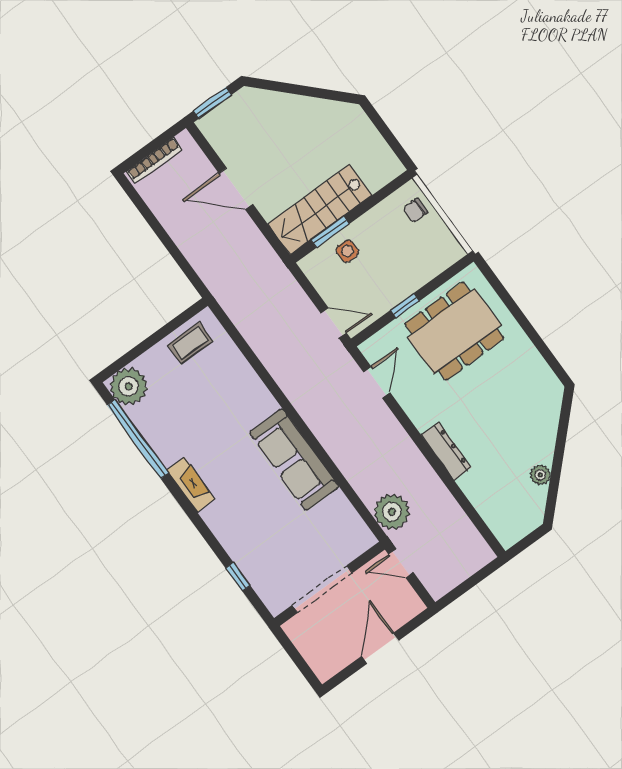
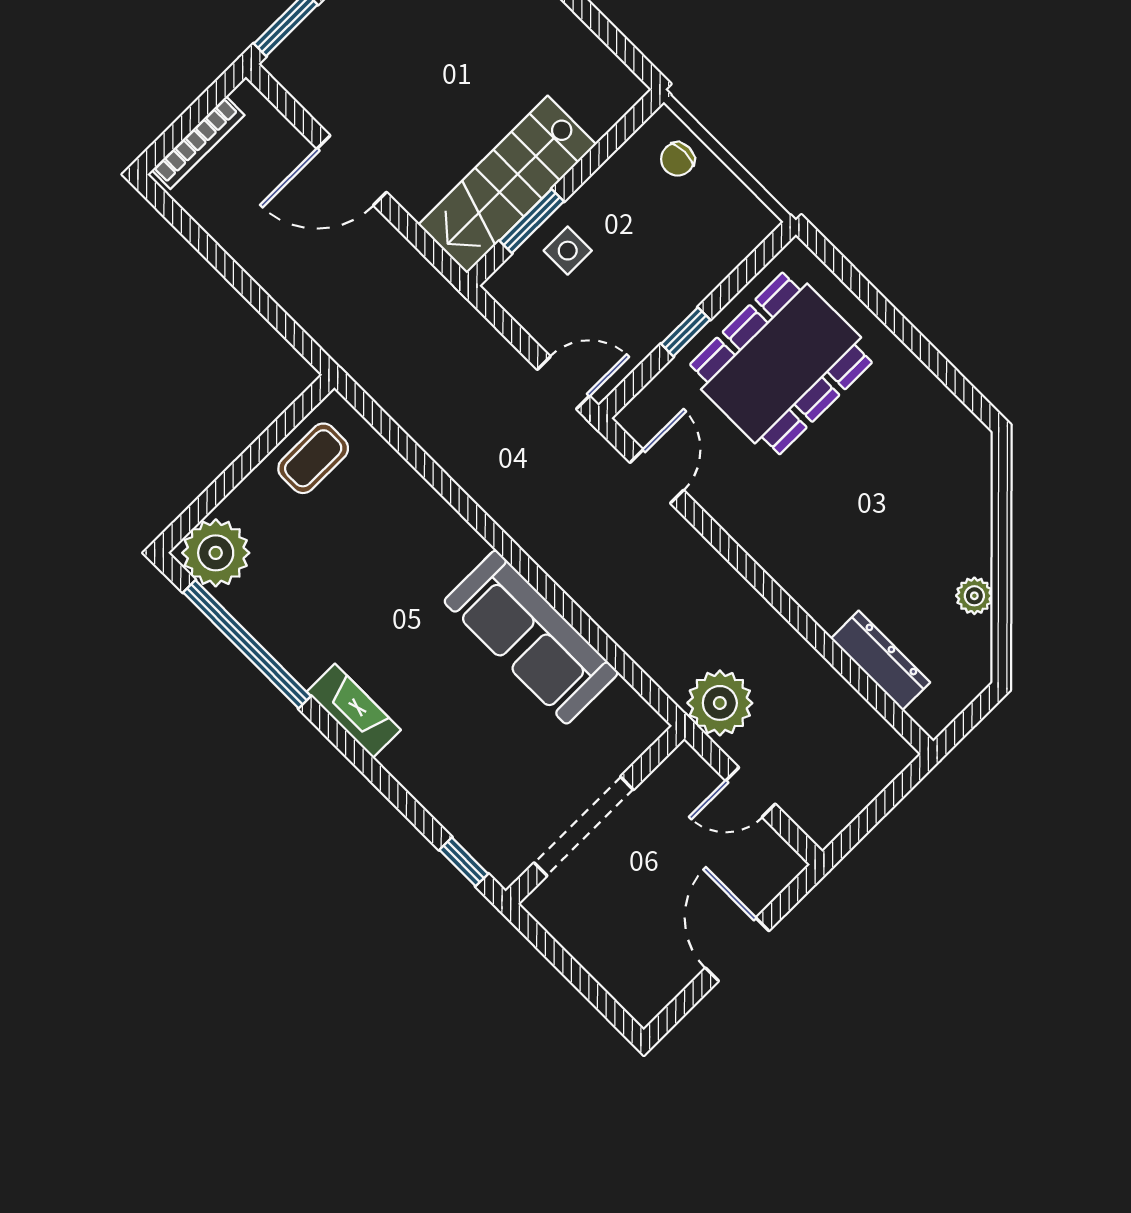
dresser: (446, 451) -> (880, 660), moved
wall: (329, 584) -> (595, 815), moved
doorway: (322, 589) -> (584, 826), moved

